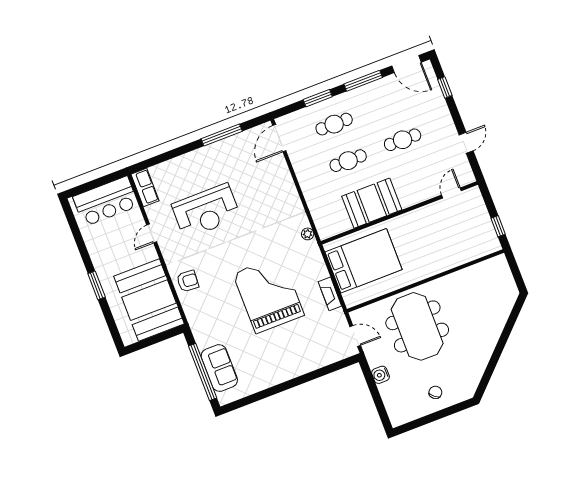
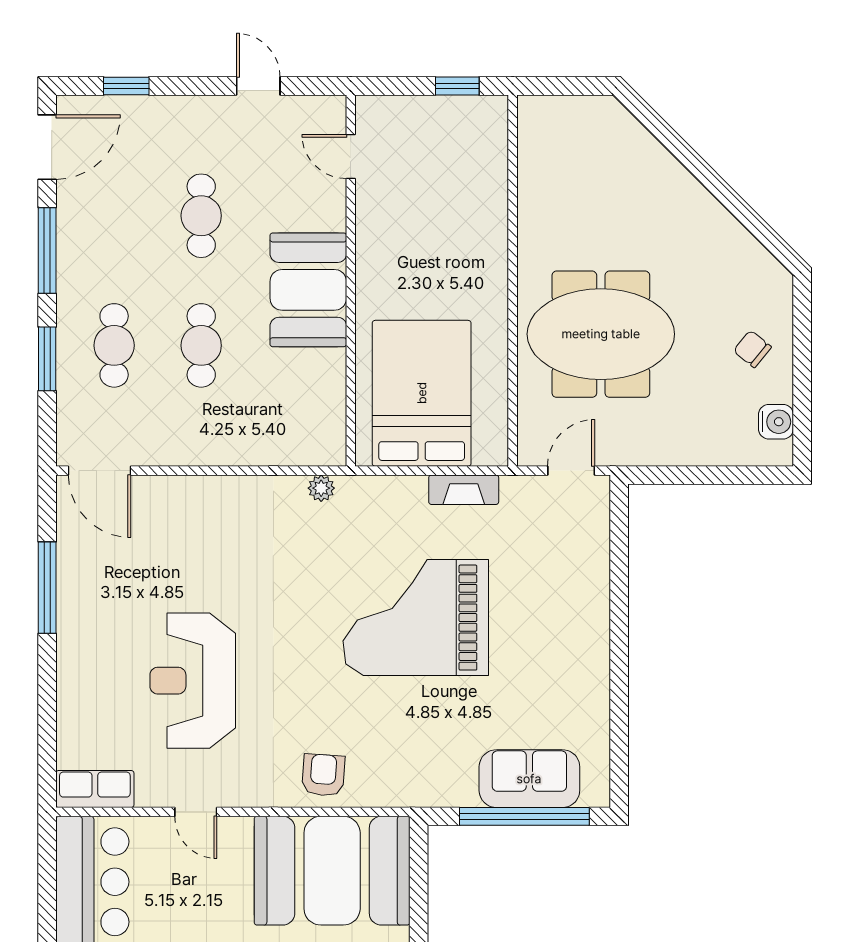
booth: (372, 203) -> (308, 290), moved
reception desk: (206, 211) -> (193, 681), turned 180
water cooler: (381, 375) -> (776, 422), moved, turned -90

